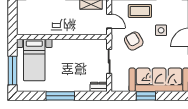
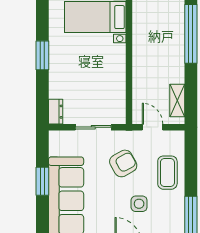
door: (109, 21) -> (153, 127), swing flipped
window: (60, 96) -> (42, 55), width x0.69

